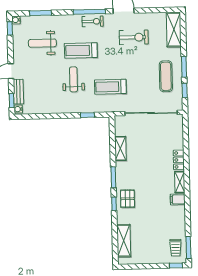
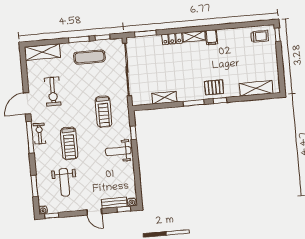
exercise bike: (134, 37) -> (53, 92), turned 180
weight bench: (74, 79) -> (118, 151), moved
window: (188, 247) -> (145, 34), moved

